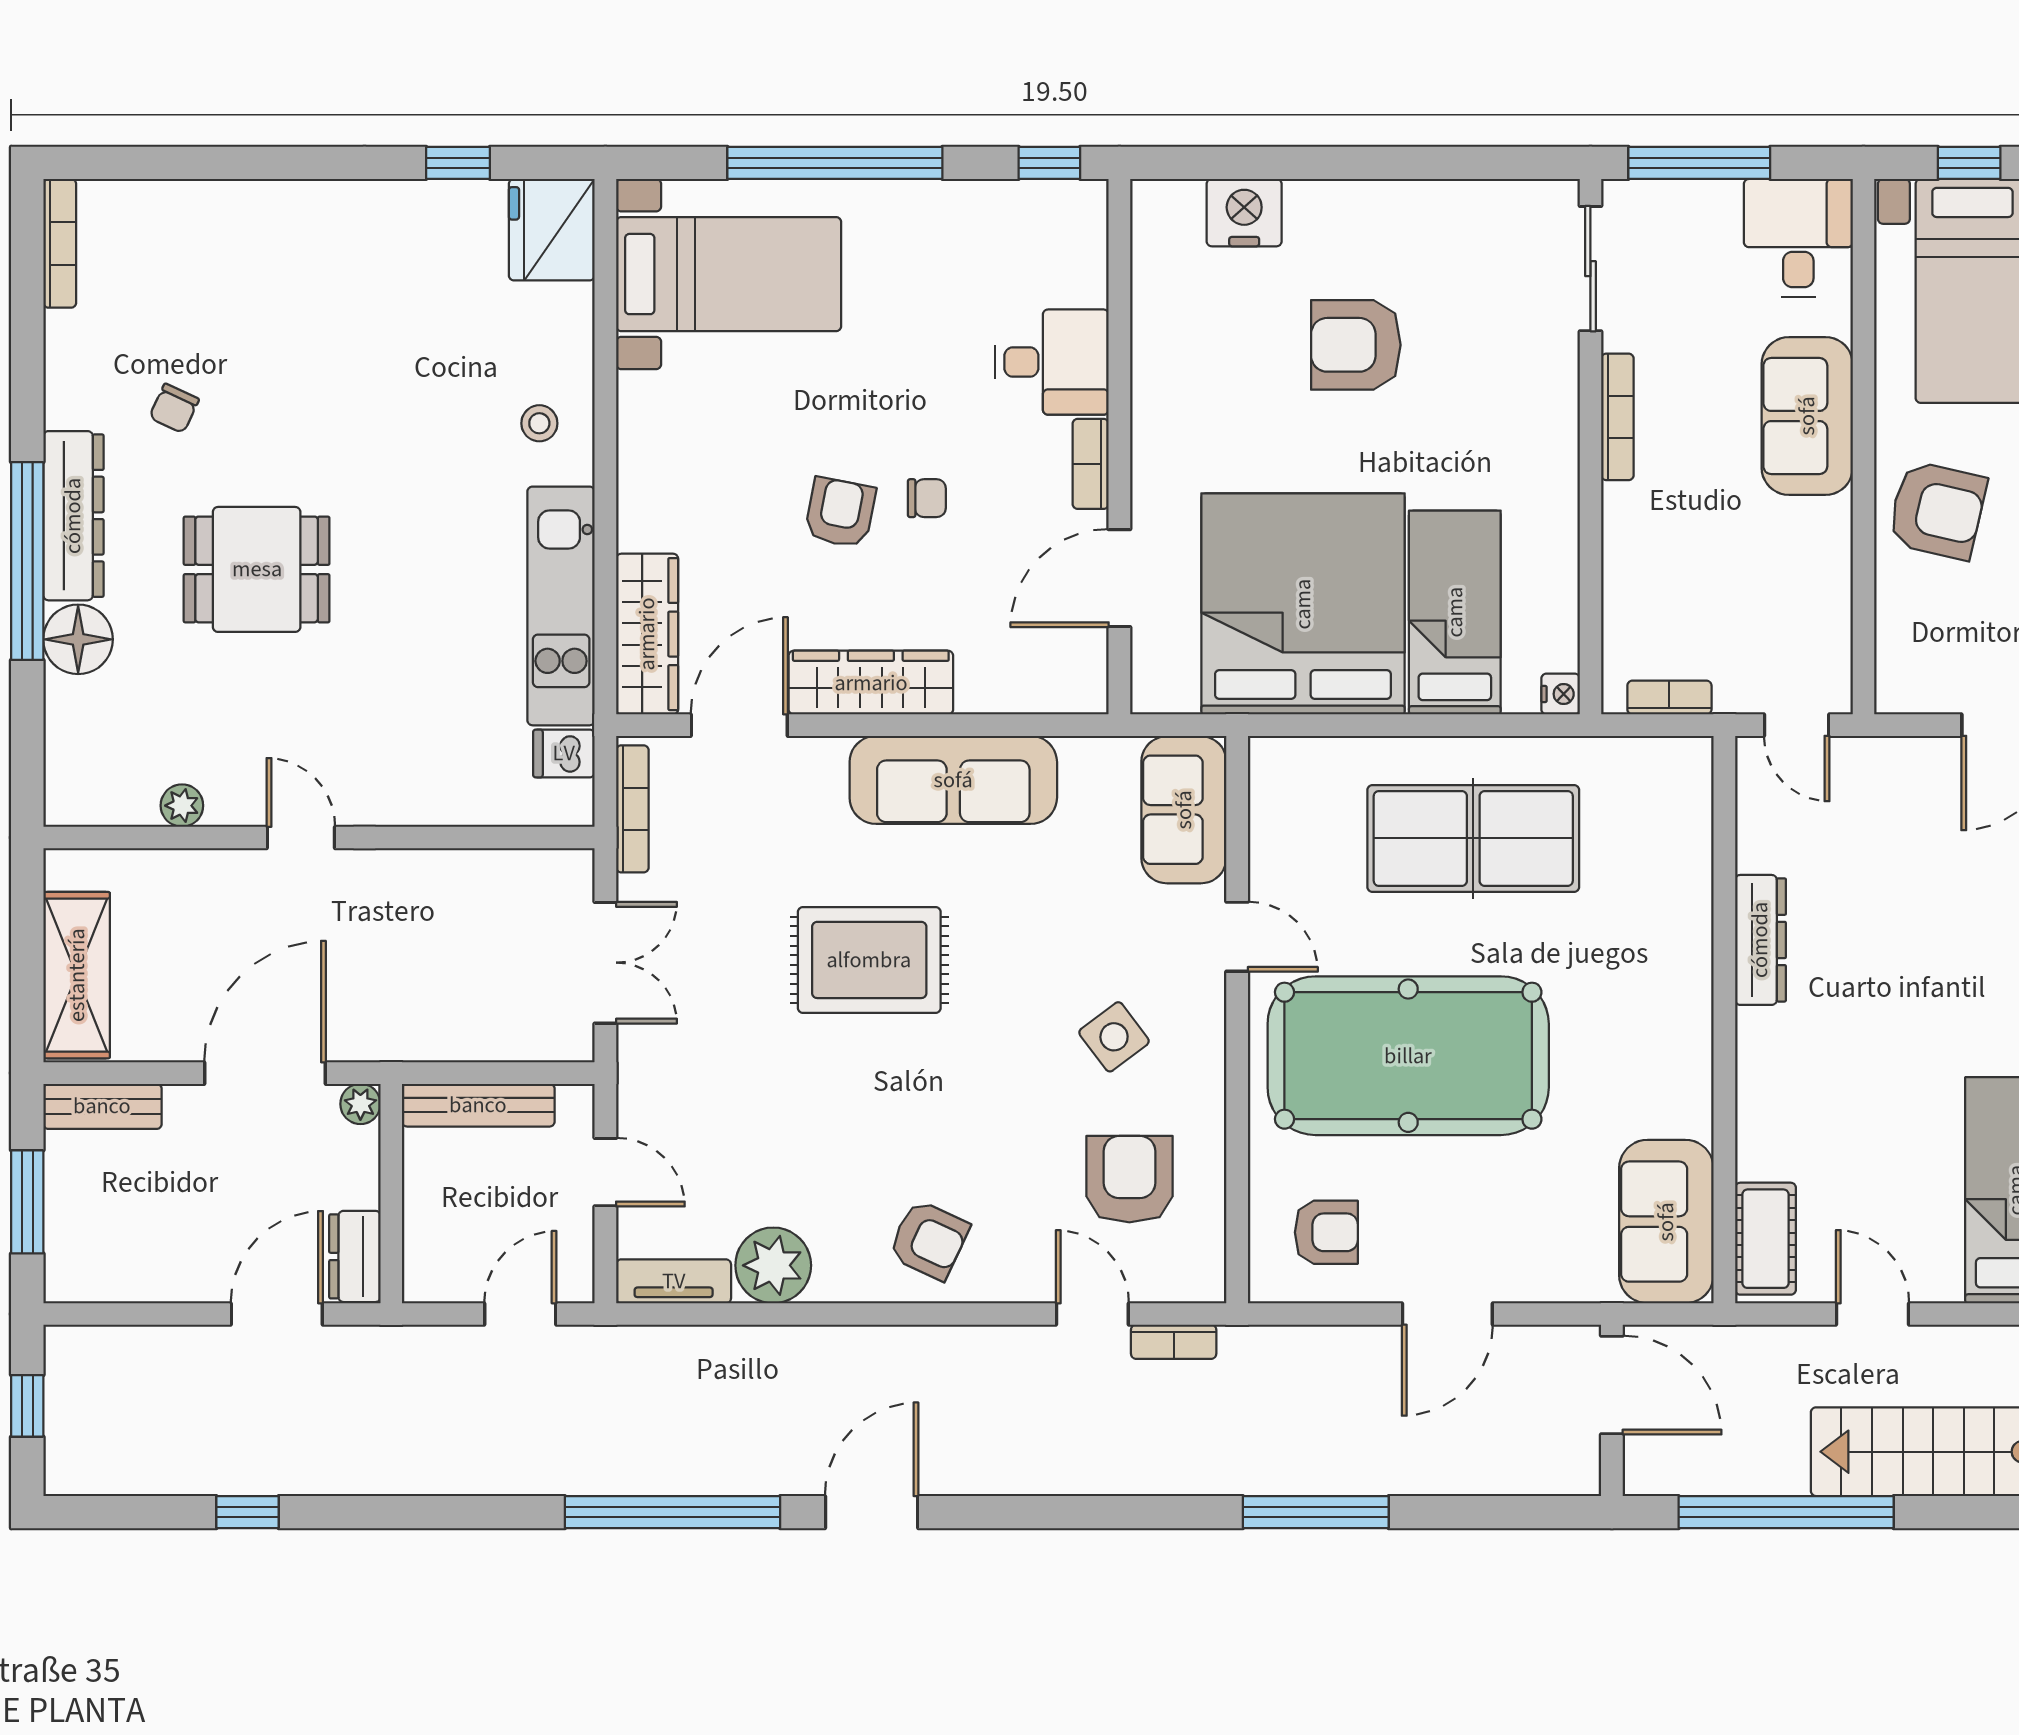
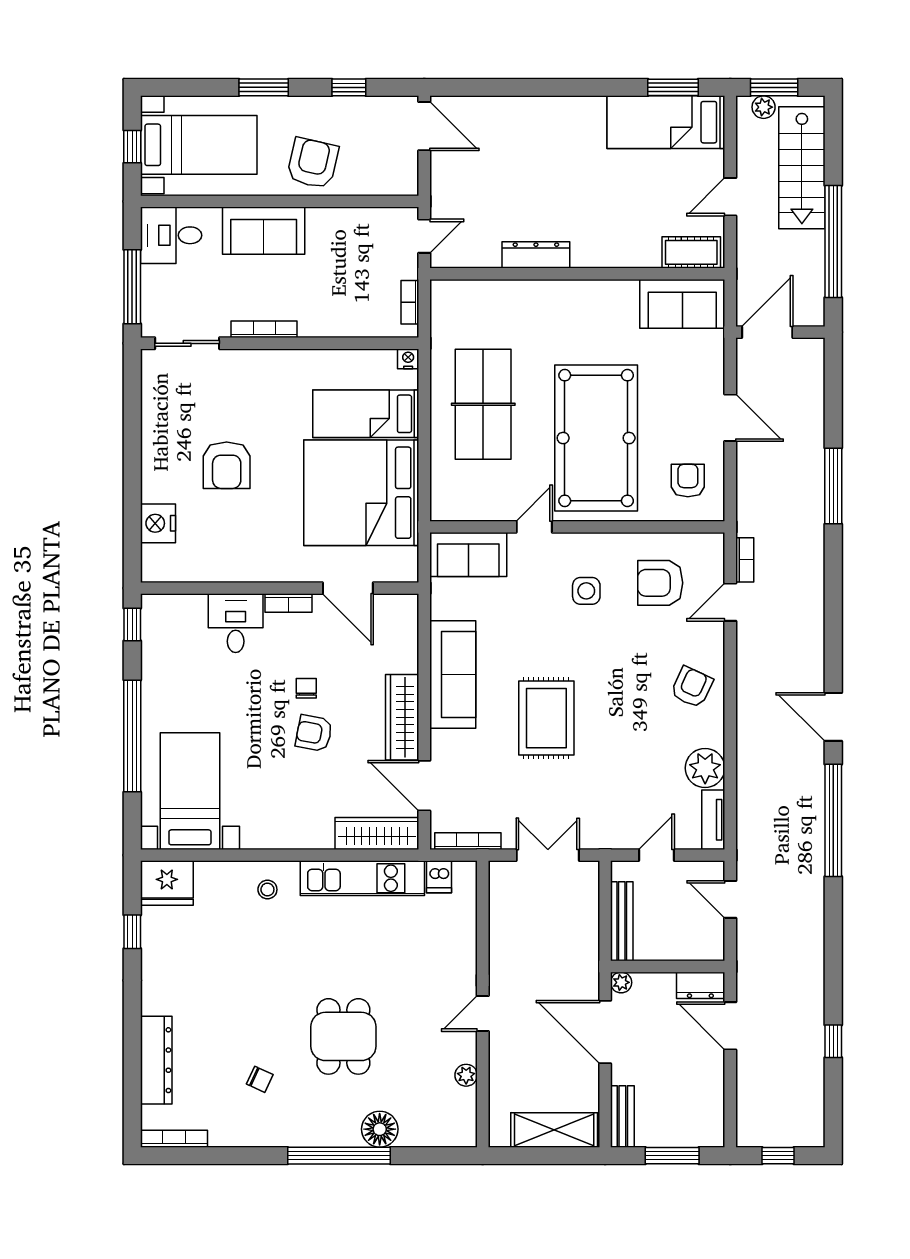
dresser: (73, 516) -> (156, 1060), moved, turned 90
side table: (1114, 1037) -> (586, 591), turned 37

